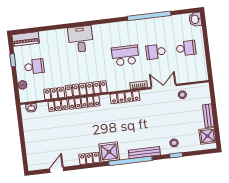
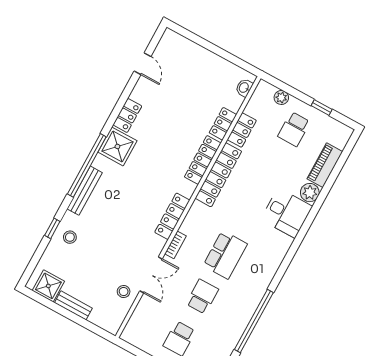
plant: (61, 35) -> (310, 193), added
piano: (26, 39) -> (325, 165), moved

